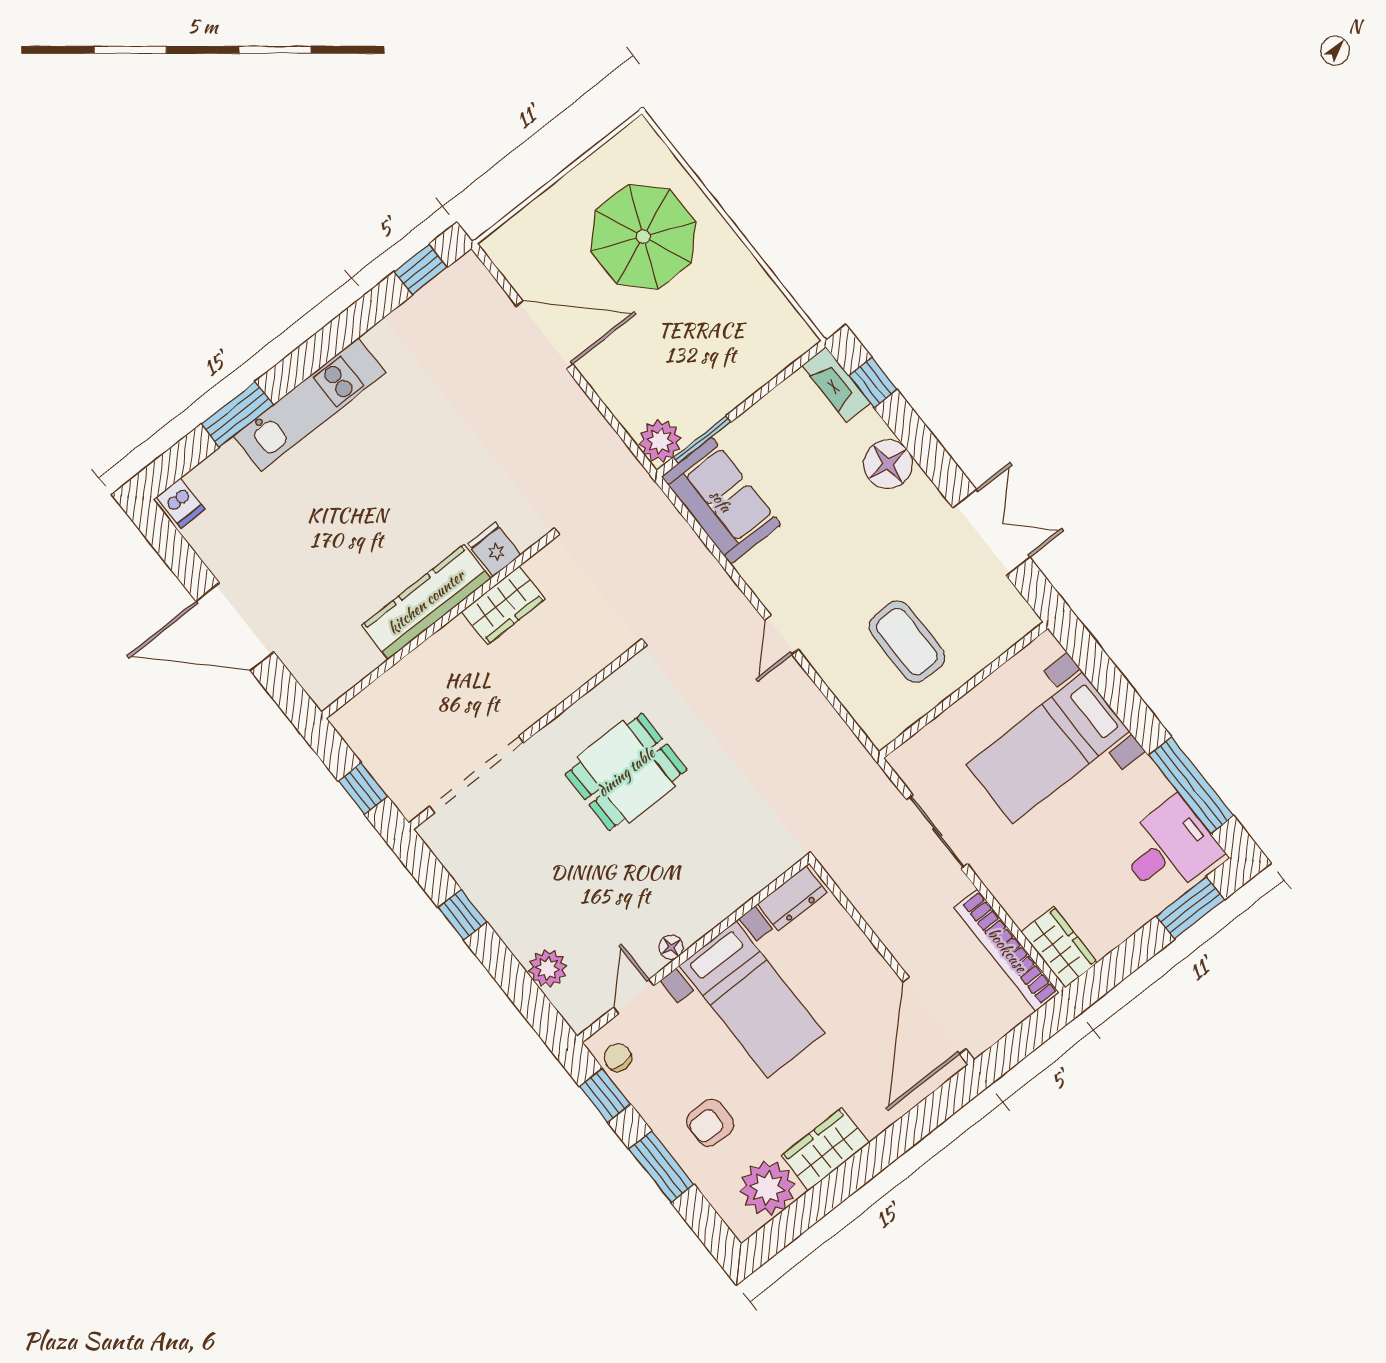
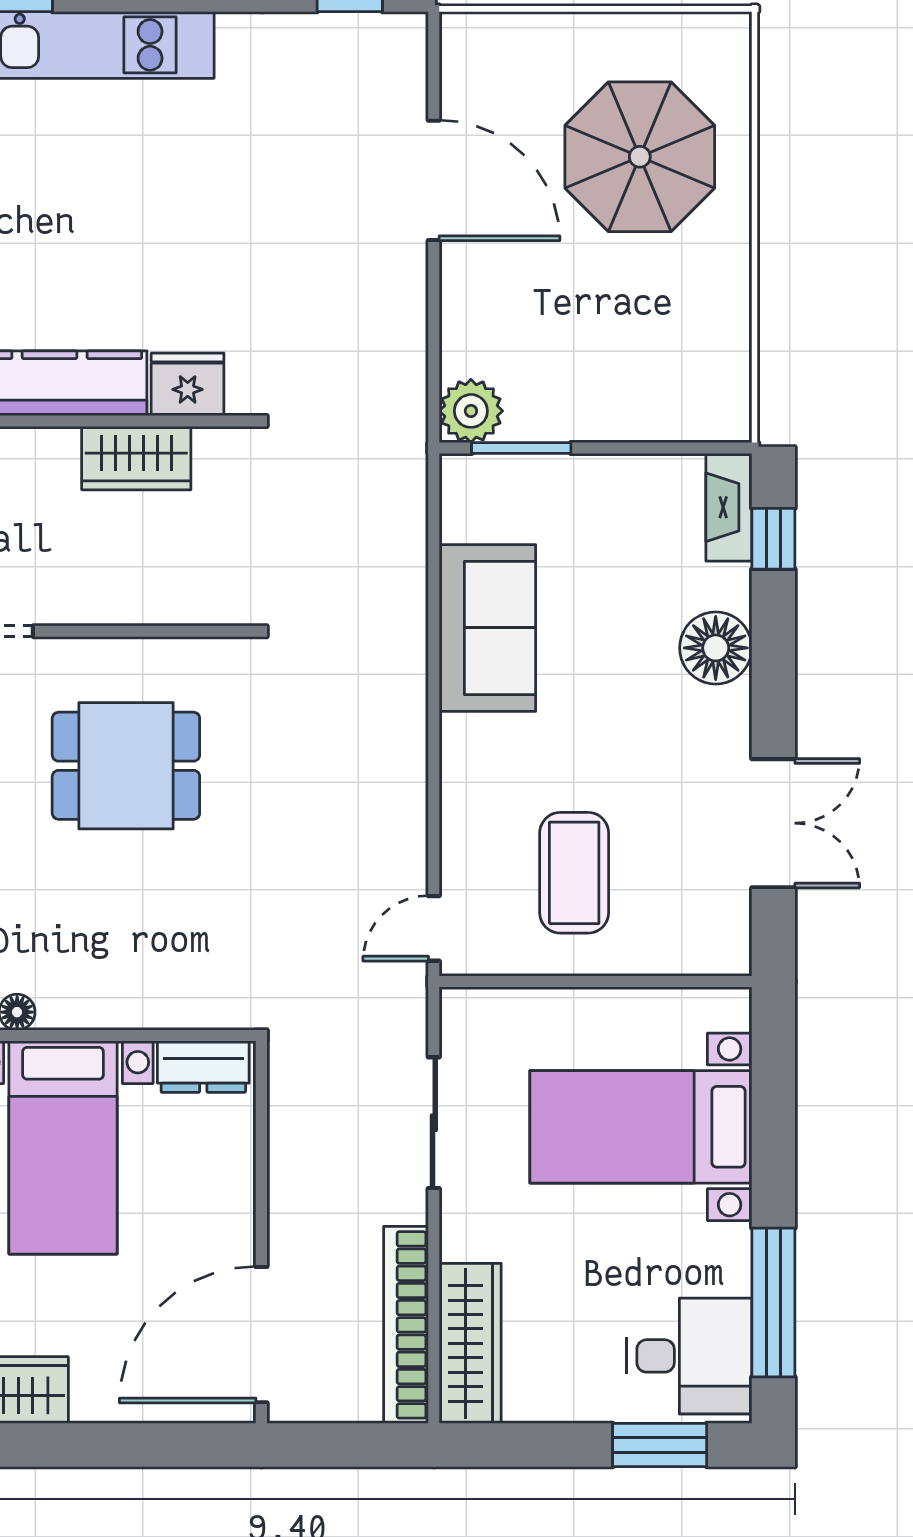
sofa: (721, 501) -> (487, 628), moved
fridge: (494, 549) -> (188, 384), width x1.38
door: (781, 635) -> (434, 928), moved
wardrobe: (1059, 947) -> (470, 1343), width x1.50

